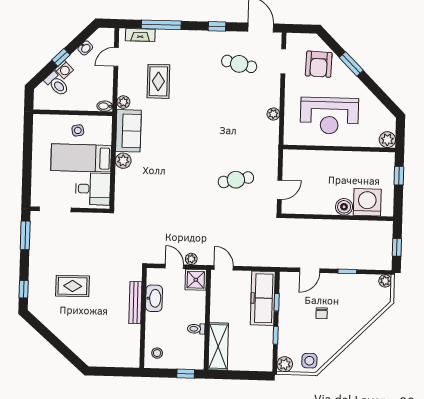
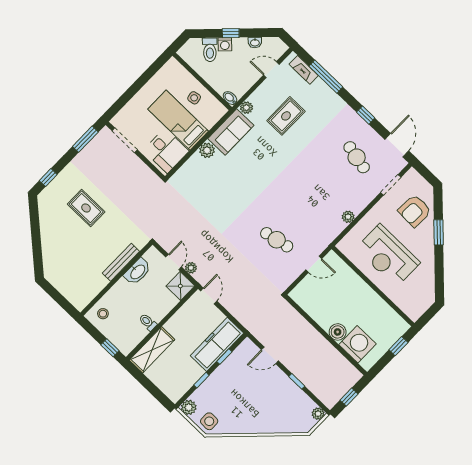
plant: (387, 140) -> (414, 312), removed
door: (280, 190) -> (314, 264), moved
chair: (322, 313) -> (250, 395), removed

